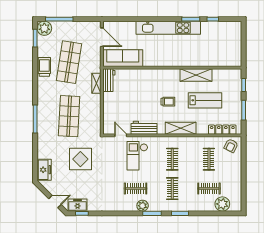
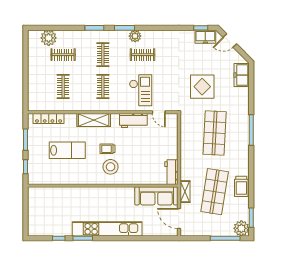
shelving: (196, 75) -> (77, 178), removed
shelving: (96, 83) -> (185, 192), moved
stool: (165, 85) -> (111, 167), added
lab bench: (205, 100) -> (67, 150), turned 180
armchair: (231, 146) -> (39, 101), removed

